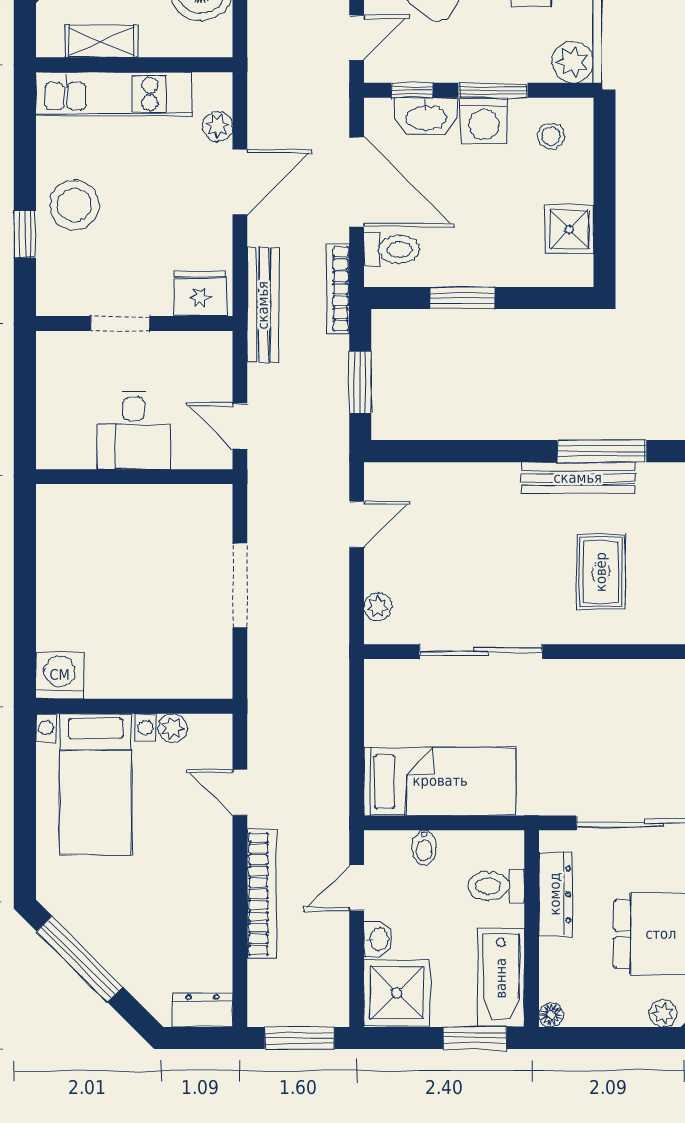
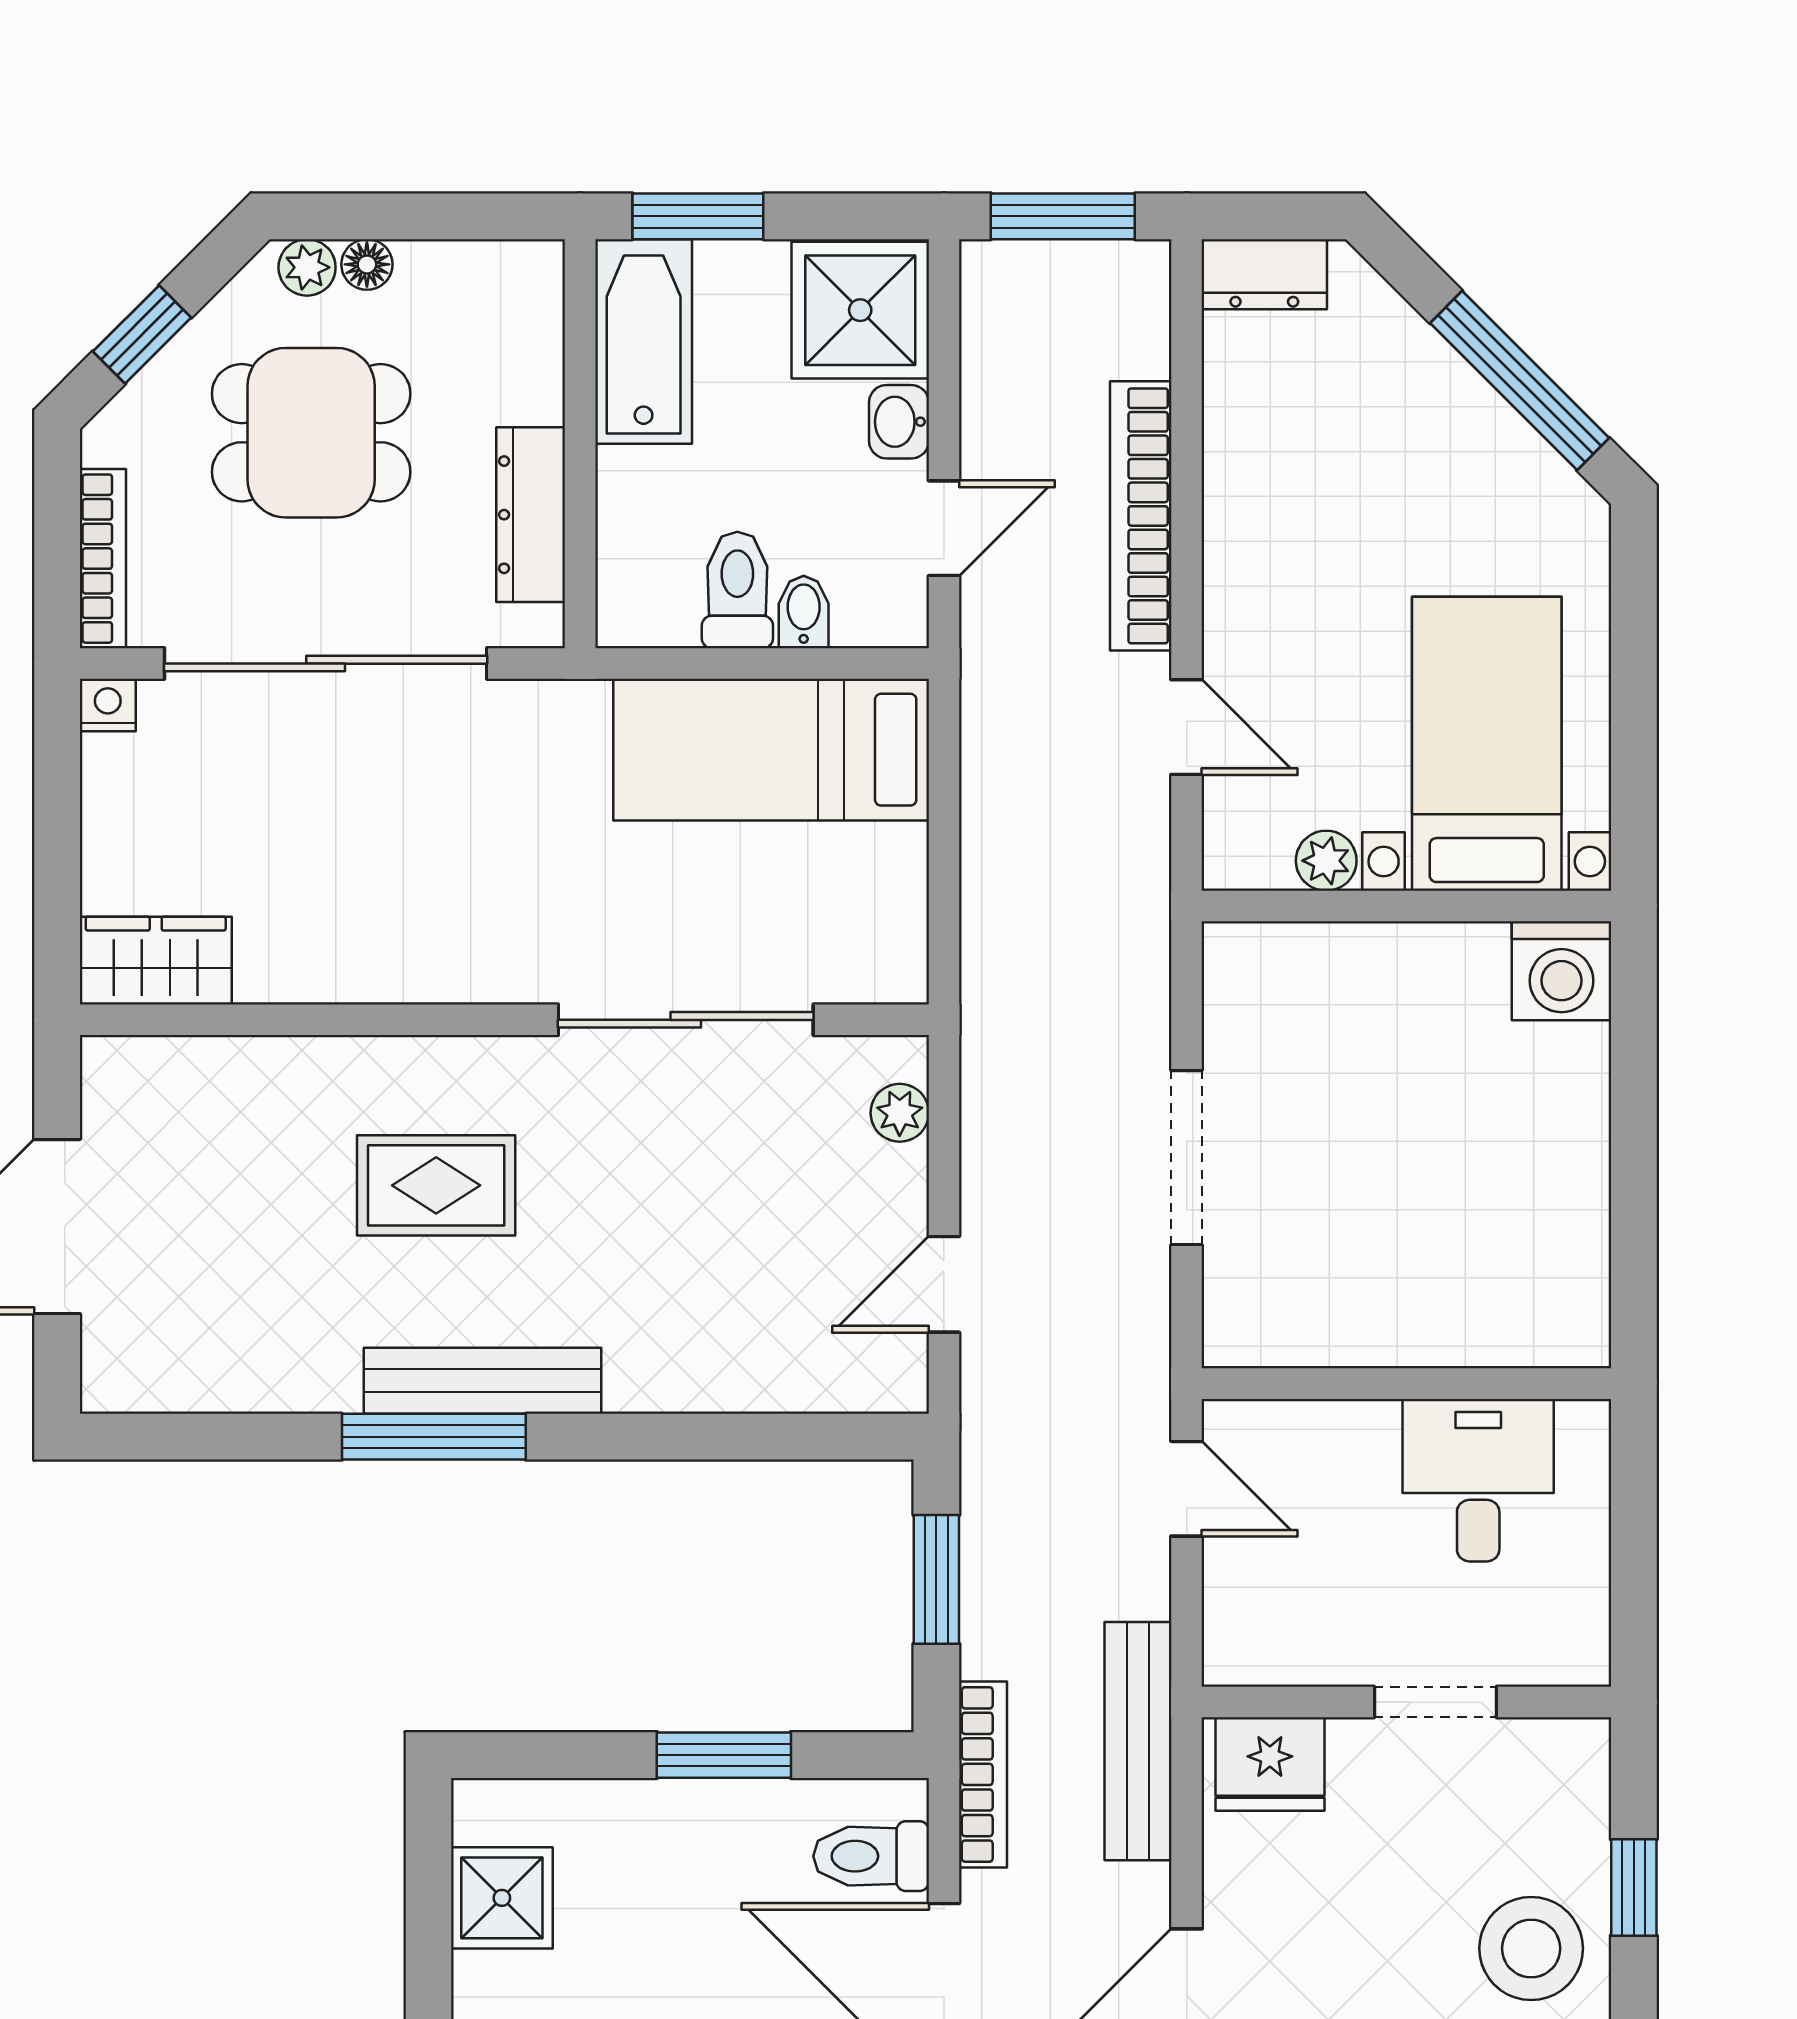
desk: (133, 430) -> (1478, 1480), moved
rug: (601, 572) -> (436, 1185), turned 90
toilet: (496, 886) -> (737, 590), moved, turned -90
floor lamp: (551, 1015) -> (367, 264), moved

